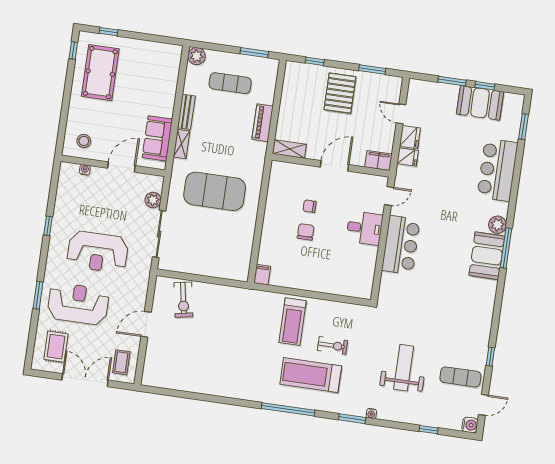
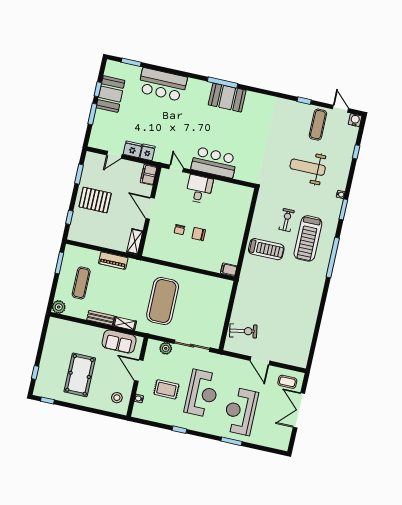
pool table: (100, 73) -> (80, 375), moved, turned 90
plant: (497, 225) -> (204, 88), removed
rug: (56, 347) -> (166, 389), moved

